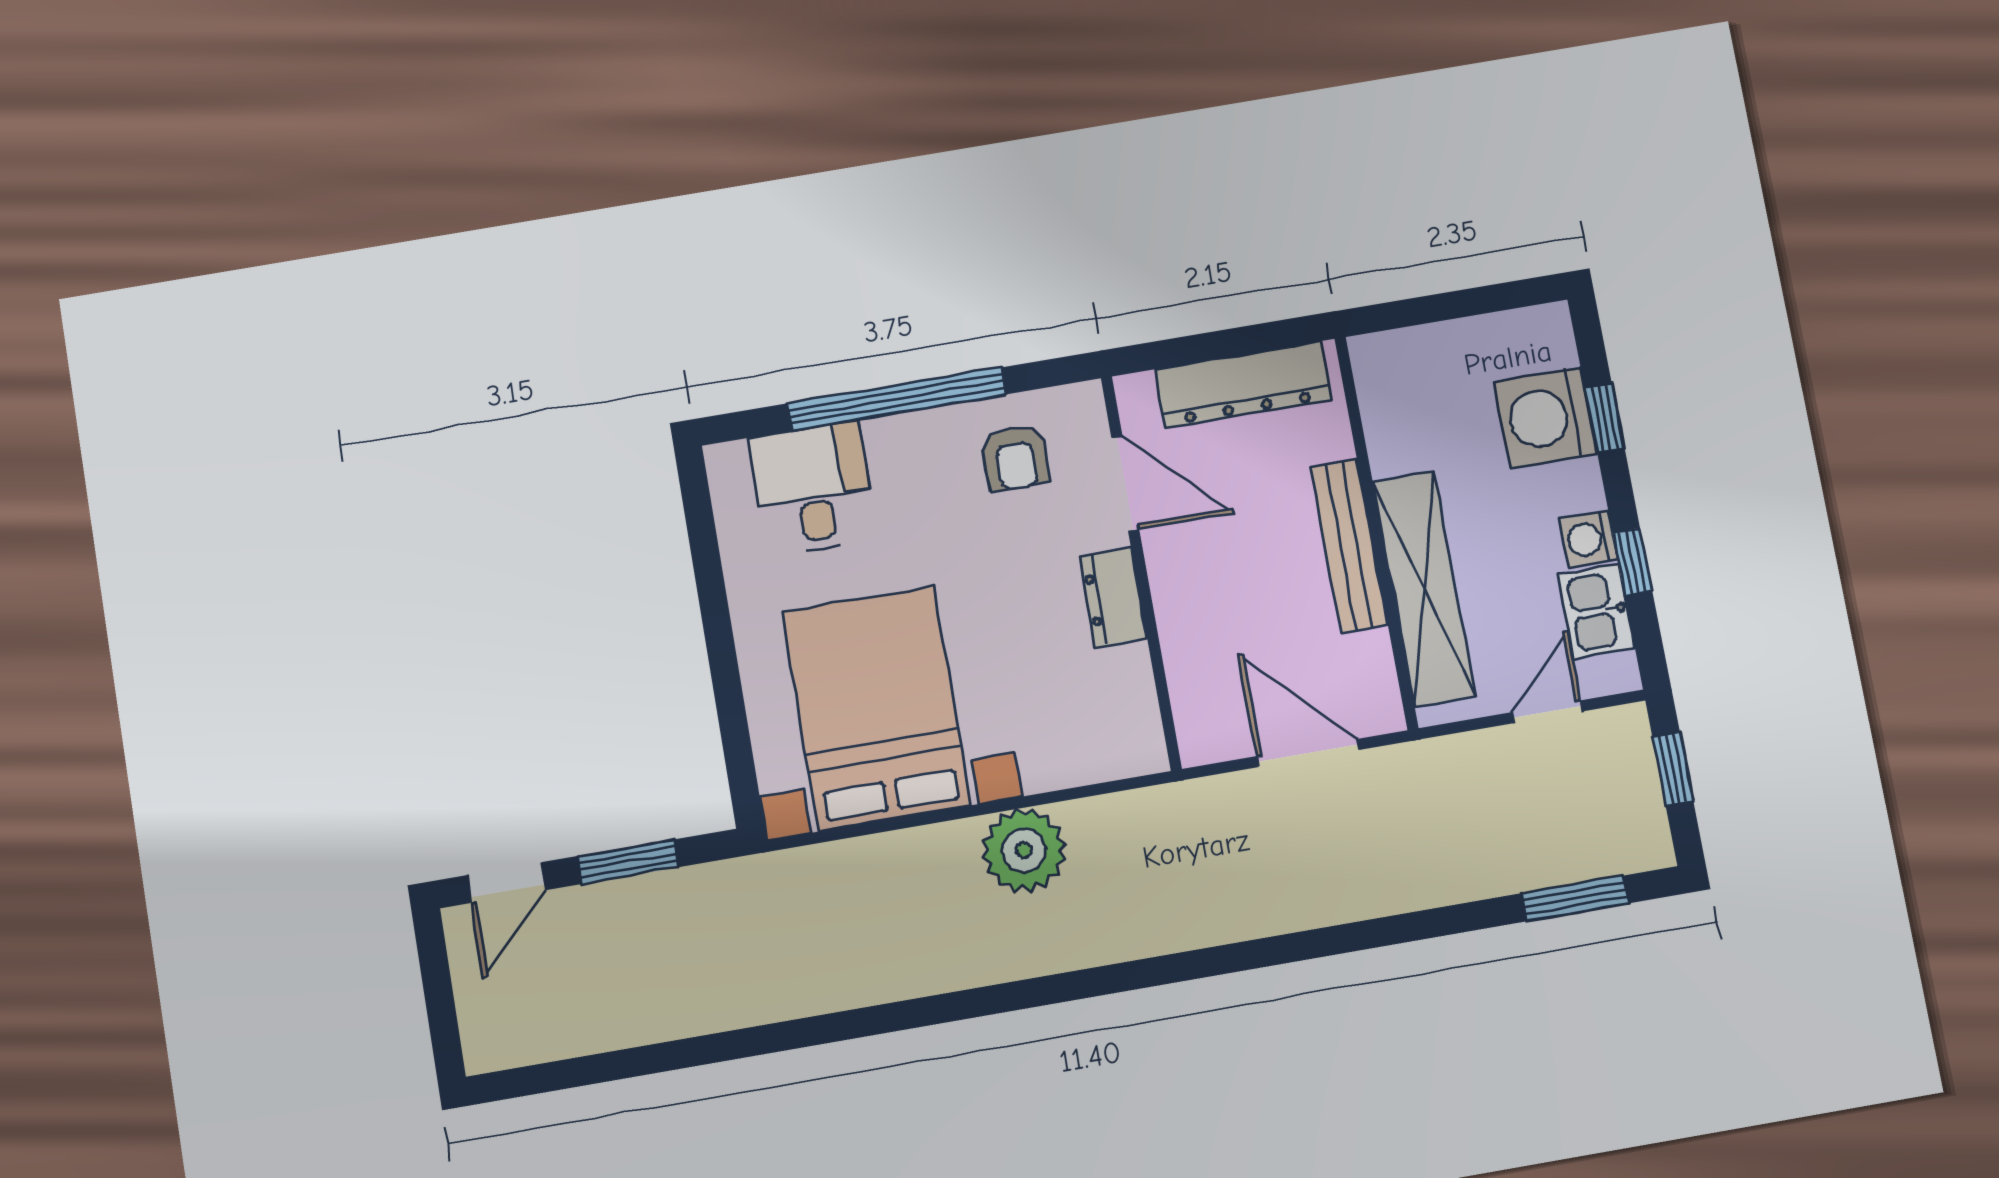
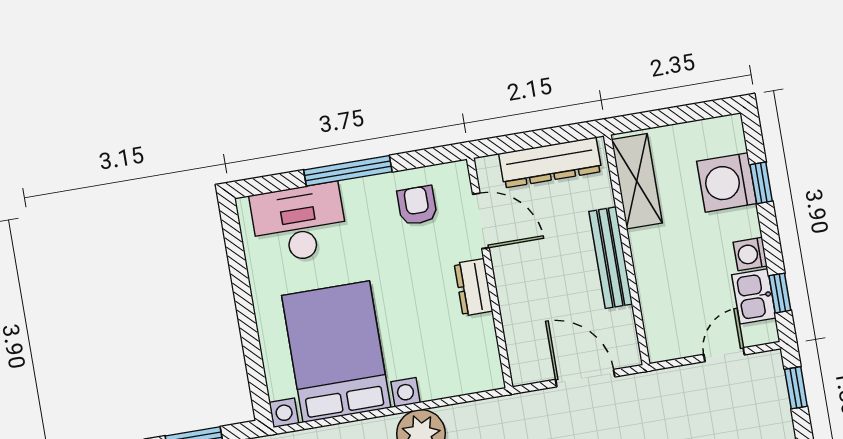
window: (897, 399) -> (348, 171), width x0.68
armchair: (1016, 457) -> (417, 205), turned 180
desk: (813, 488) -> (299, 223), width x1.37
window: (1632, 562) -> (780, 293), moved
shelving: (1424, 589) -> (637, 181), moved, width x0.68

